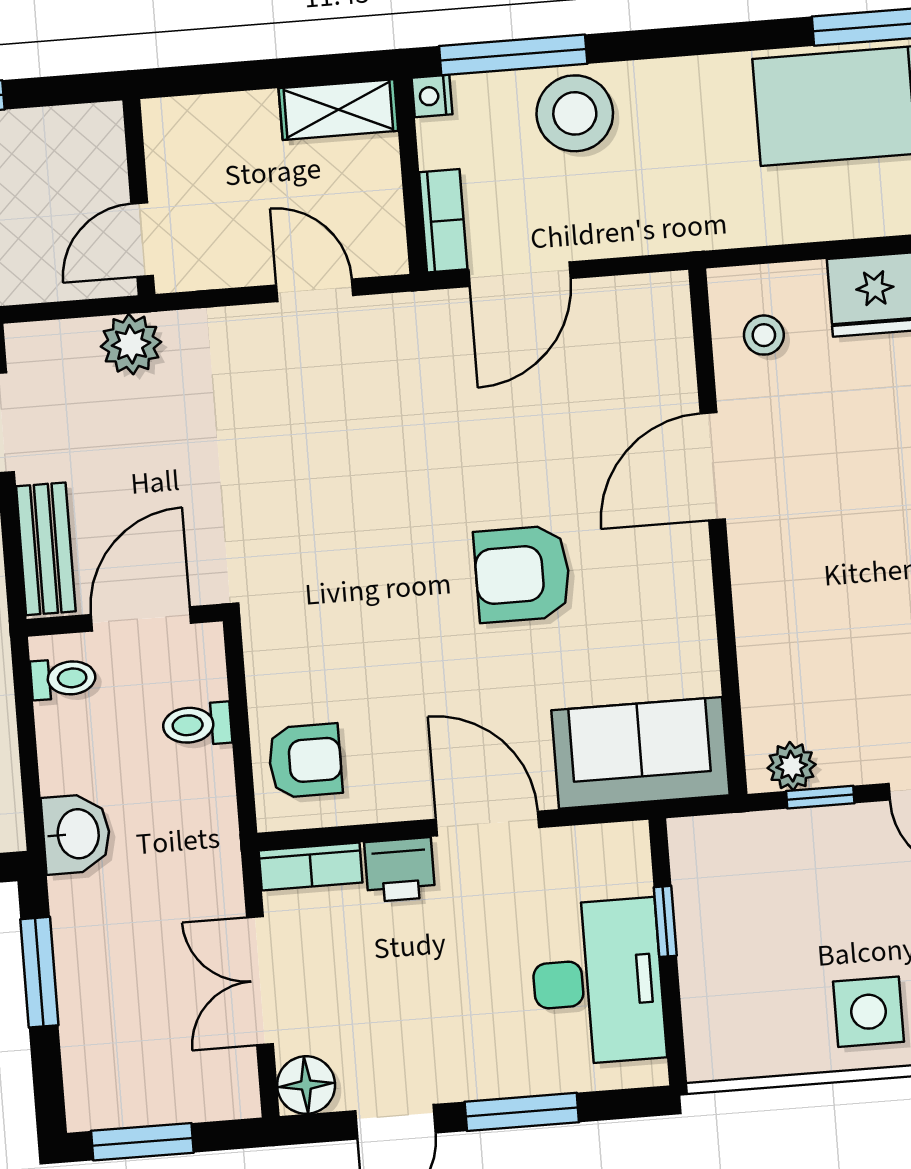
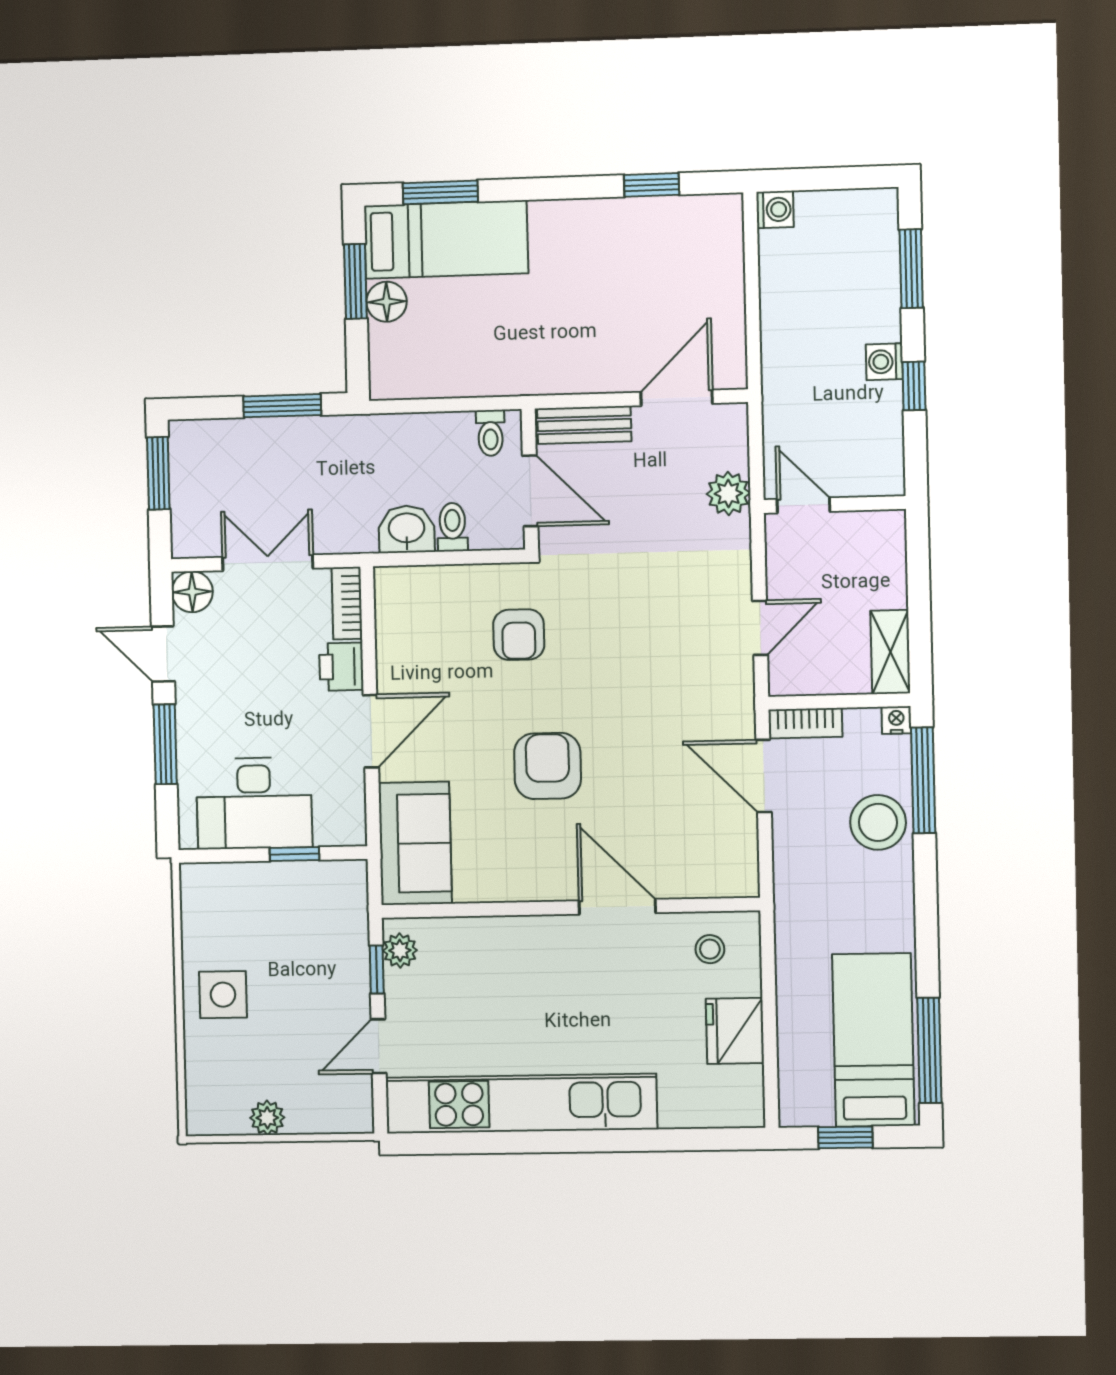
armchair: (305, 761) -> (519, 635), moved
washbasin: (76, 834) -> (407, 529), moved, turned 180

